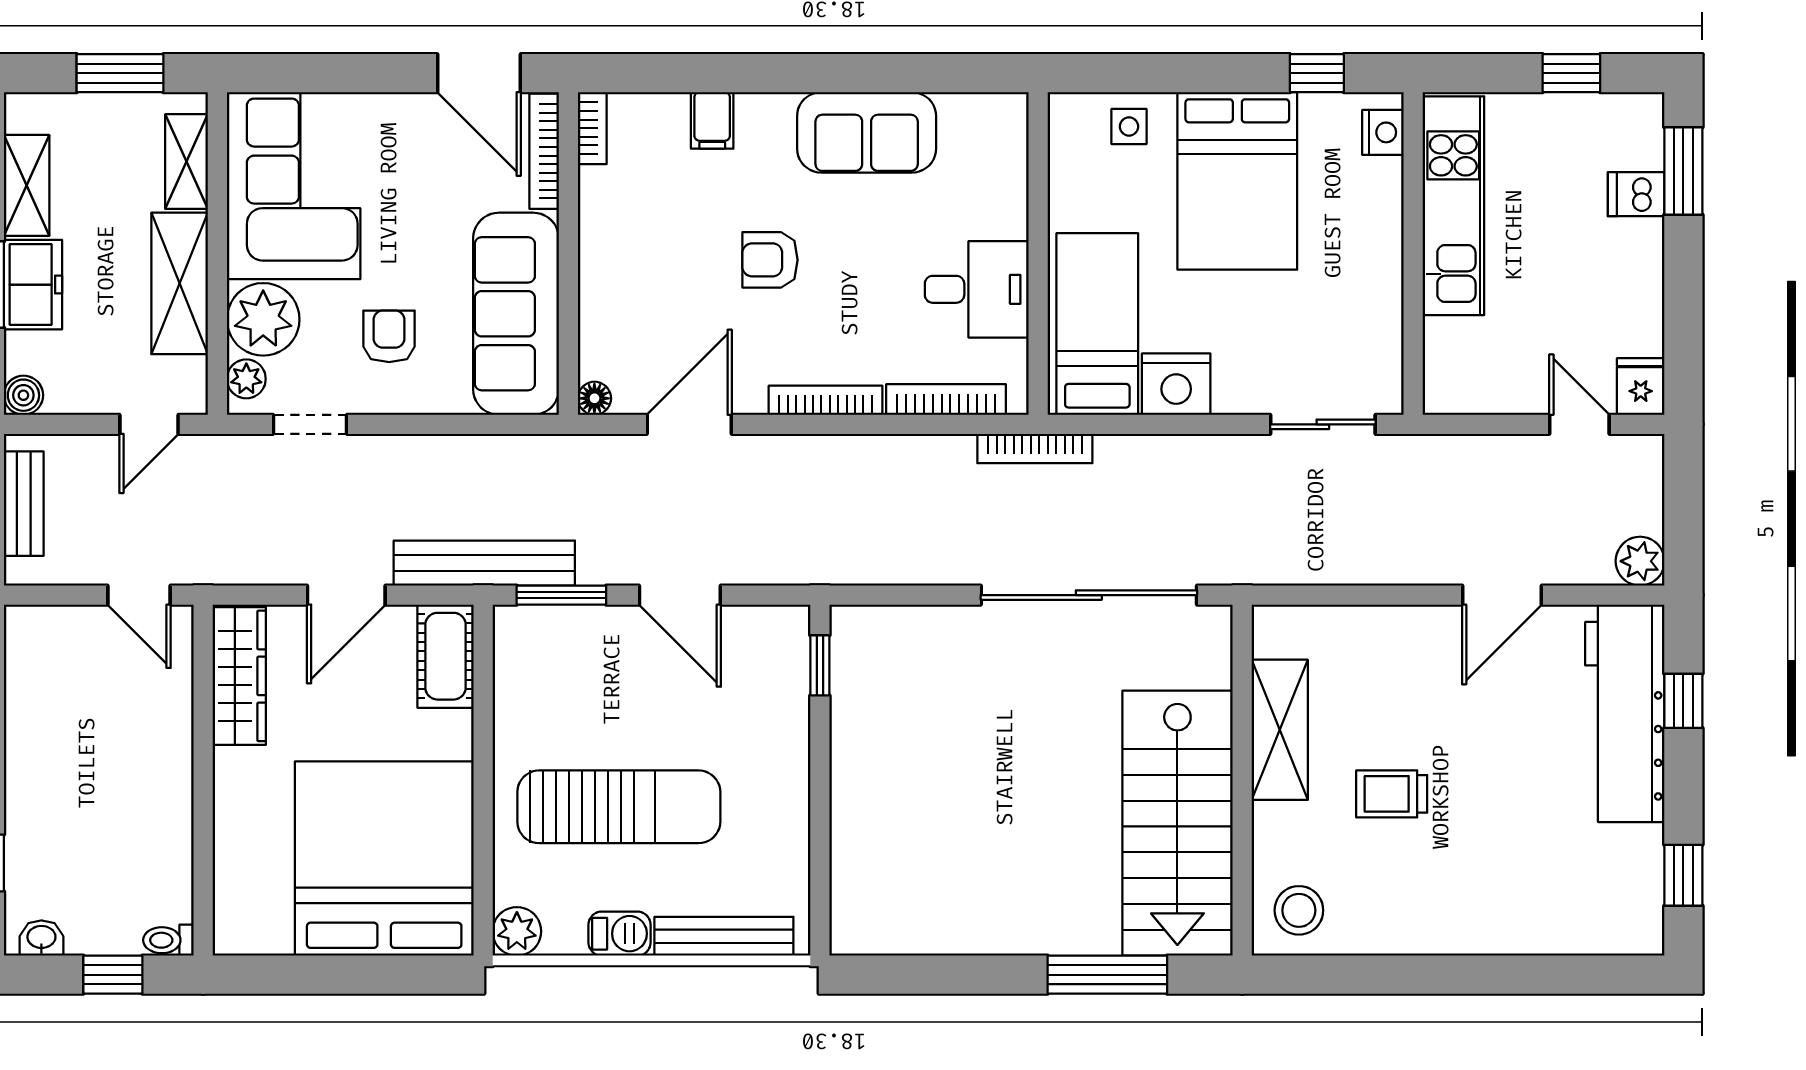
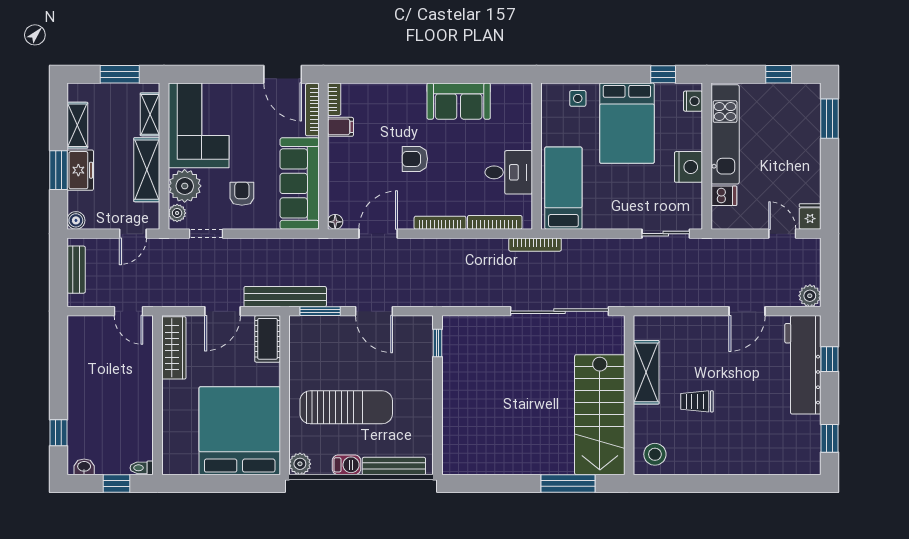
filing cabinet: (712, 120) -> (340, 127), moved, turned -90
dishwasher: (1636, 194) -> (724, 196), moved, turned 180
nightstand: (1176, 384) -> (688, 167), moved, turned -90

